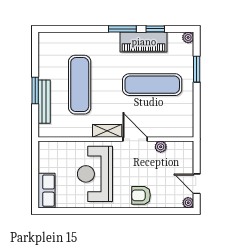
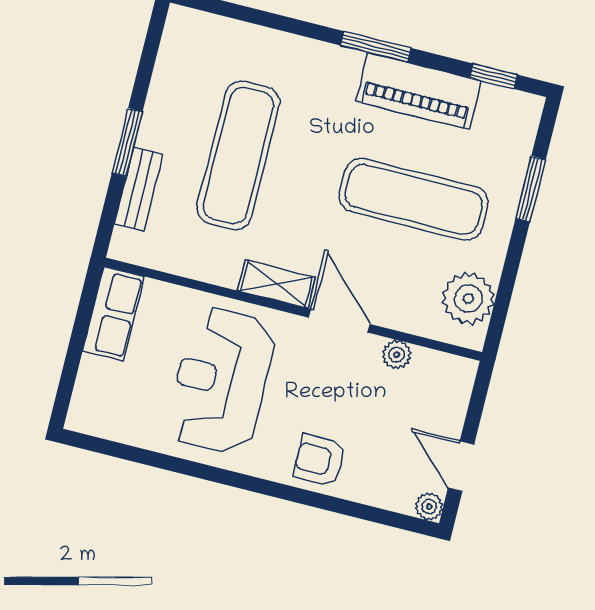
window: (155, 29) -> (494, 76), moved
plant: (188, 37) -> (468, 299), moved, width x1.88, depth x1.88
bench: (44, 102) -> (139, 189), width x0.73
row of seats: (46, 191) -> (113, 314), moved

